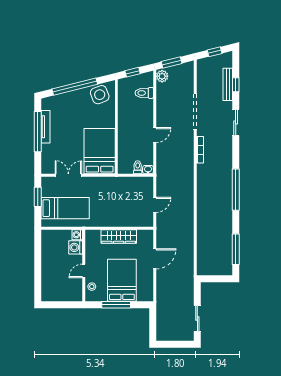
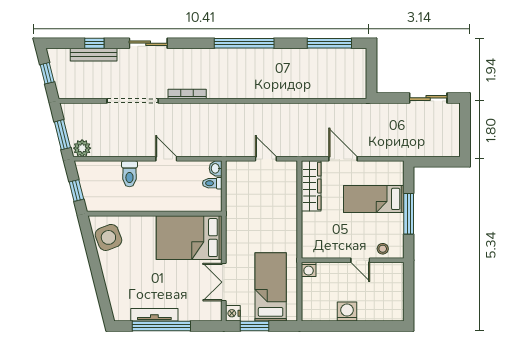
window: (75, 87) -> (97, 273), removed
toilet: (144, 93) -> (129, 174), moved
nightstand: (47, 182) -> (233, 313), added
wardrobe: (119, 236) -> (311, 186), moved
washing machine: (76, 247) -> (347, 312), moved, turned 180
bed: (122, 280) -> (374, 199), width x0.67

